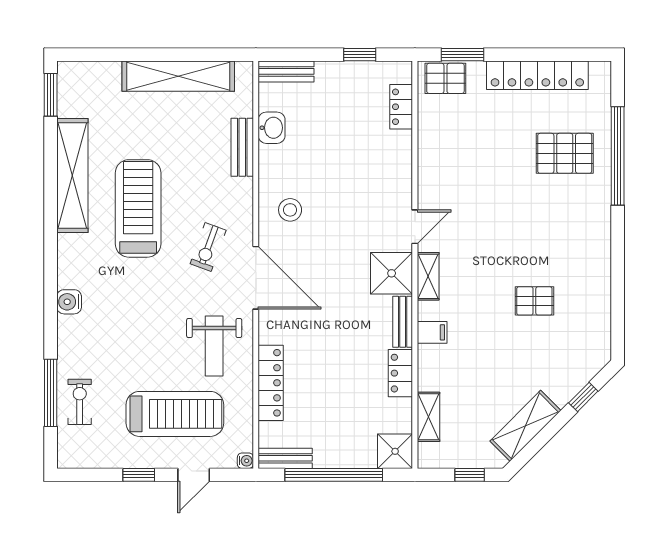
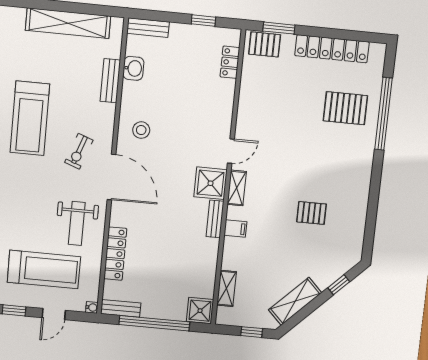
treadmill: (138, 208) -> (30, 118), turned 180
locker: (400, 373) -> (210, 255), removed

